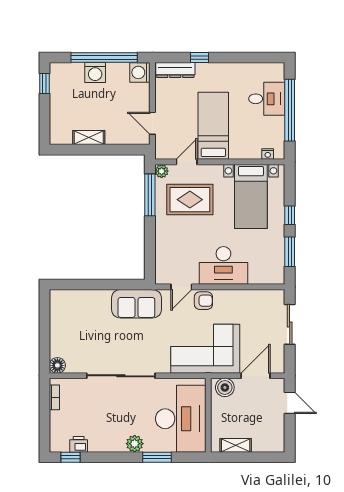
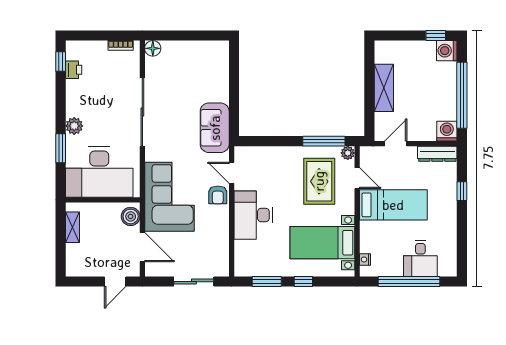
dresser: (175, 70) -> (437, 154), moved, turned -90
washing machine: (95, 73) -> (447, 51), moved
shelving: (89, 138) -> (384, 88), width x1.50, depth x1.33

